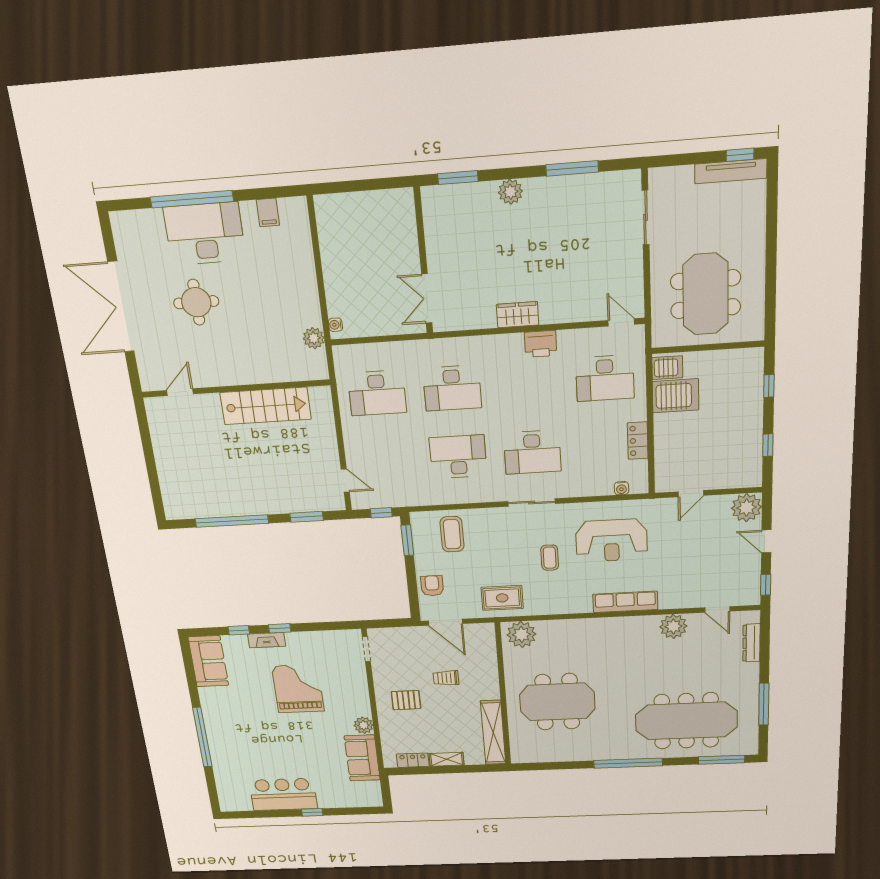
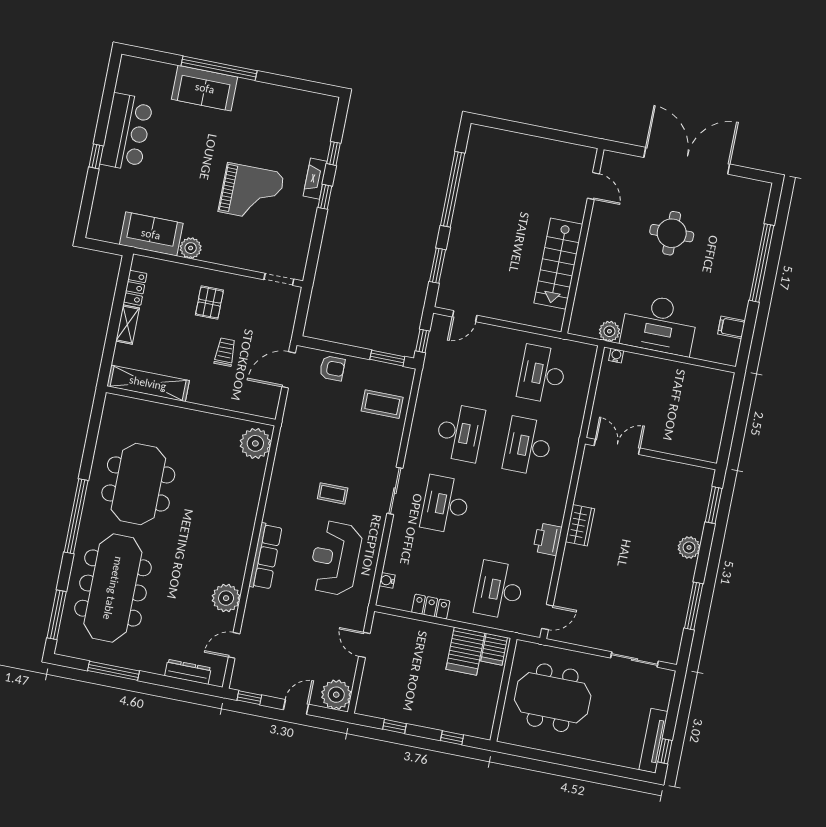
desk: (205, 234) -> (659, 324), moved, turned 90
rug: (502, 598) -> (301, 435), removed
sofa: (208, 661) -> (205, 88), moved
meeting table: (557, 702) -> (138, 484), moved

